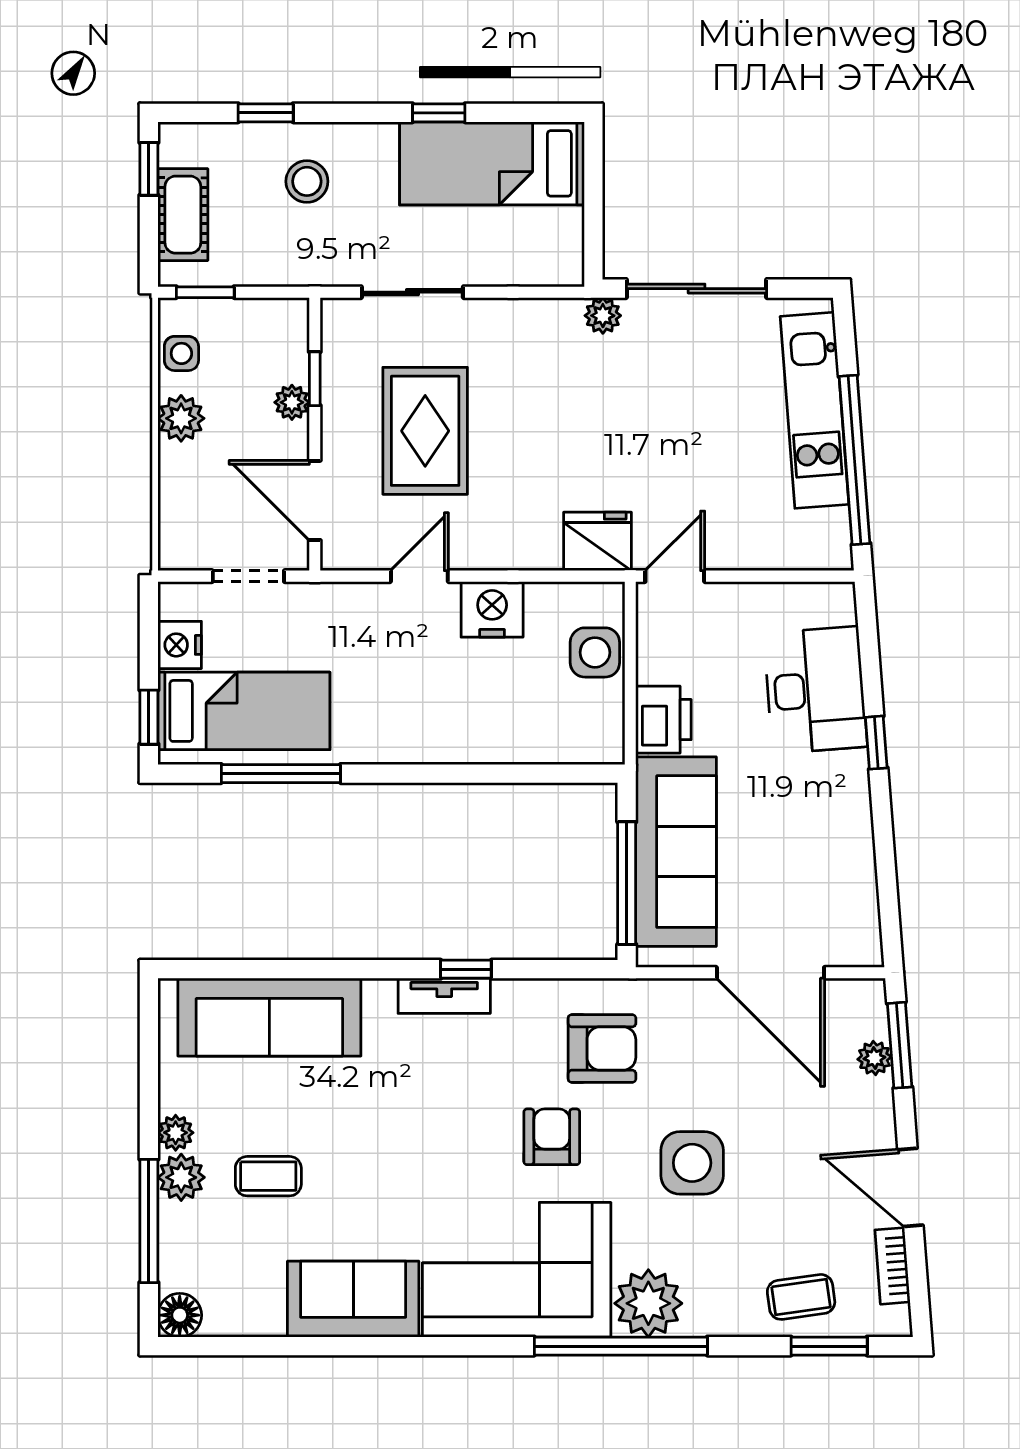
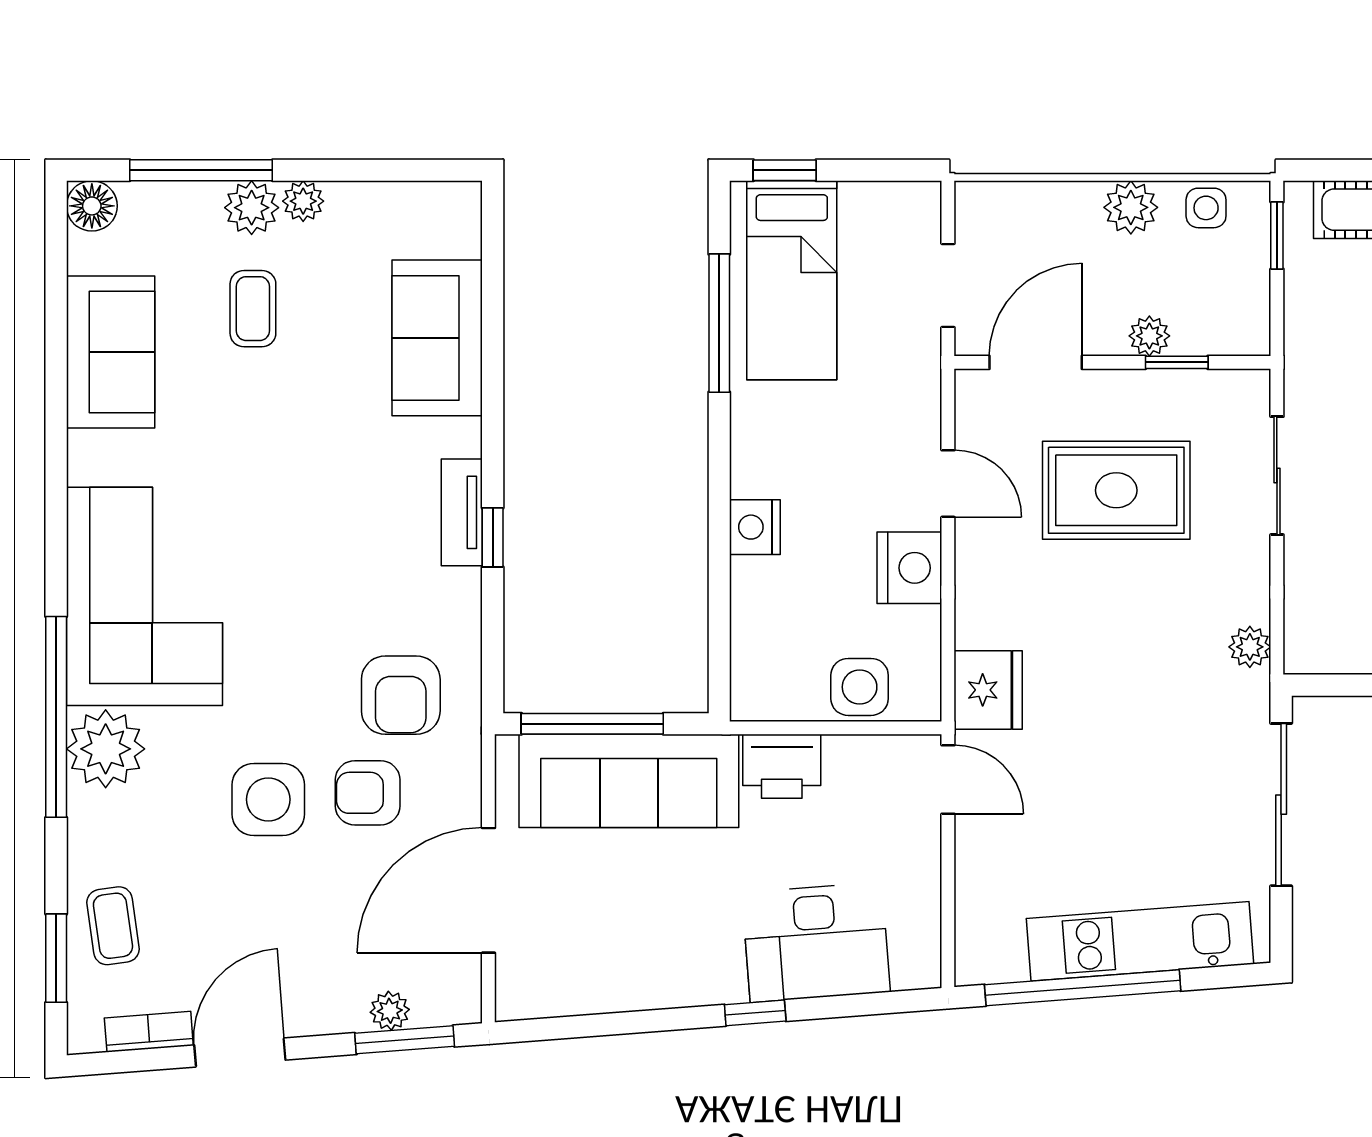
plant: (603, 316) -> (1250, 647), moved
nightstand: (180, 645) -> (755, 527), moved, turned -90
sofa: (269, 1017) -> (437, 338), width x0.73
armchair: (552, 1137) -> (368, 793), moved, turned 180
sofa: (353, 1299) -> (111, 352), moved

